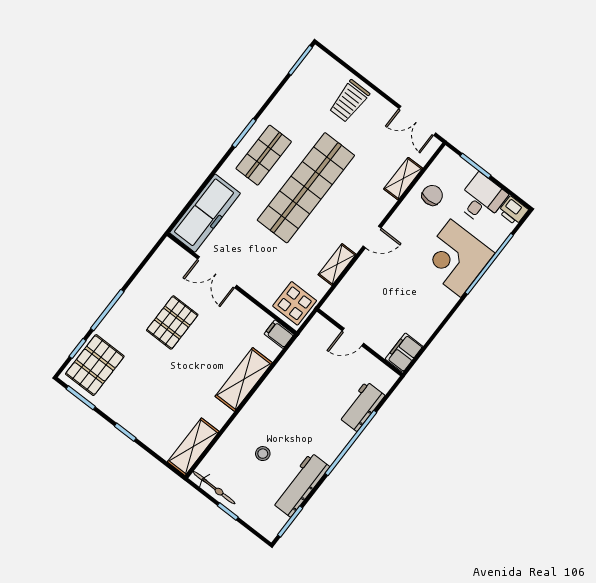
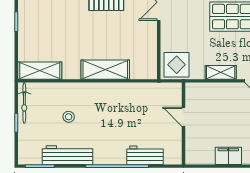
filing cabinet: (279, 334) -> (150, 70), removed
filing cabinet: (404, 353) -> (228, 156), moved

